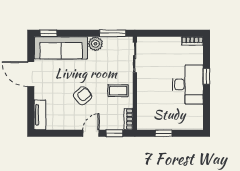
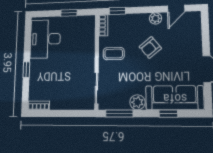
window: (48, 33) -> (168, 114), moved
desk: (188, 84) -> (45, 39), moved
tv unit: (40, 115) -> (195, 27), removed
plant: (77, 124) -> (156, 18), added
door: (91, 133) -> (176, 9), moved

